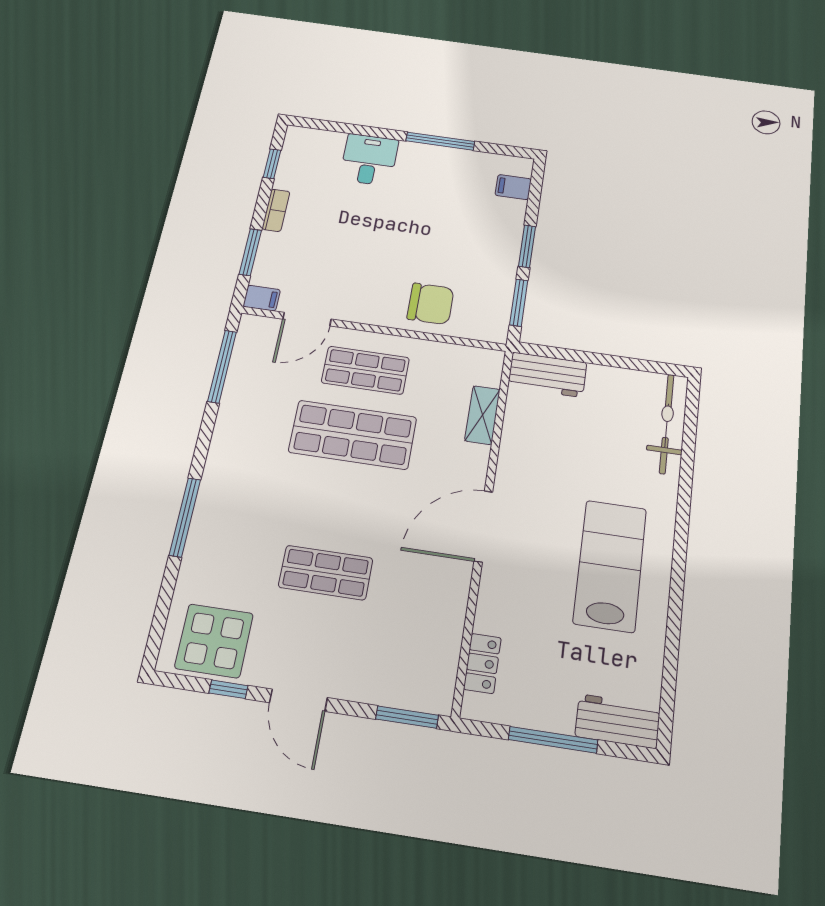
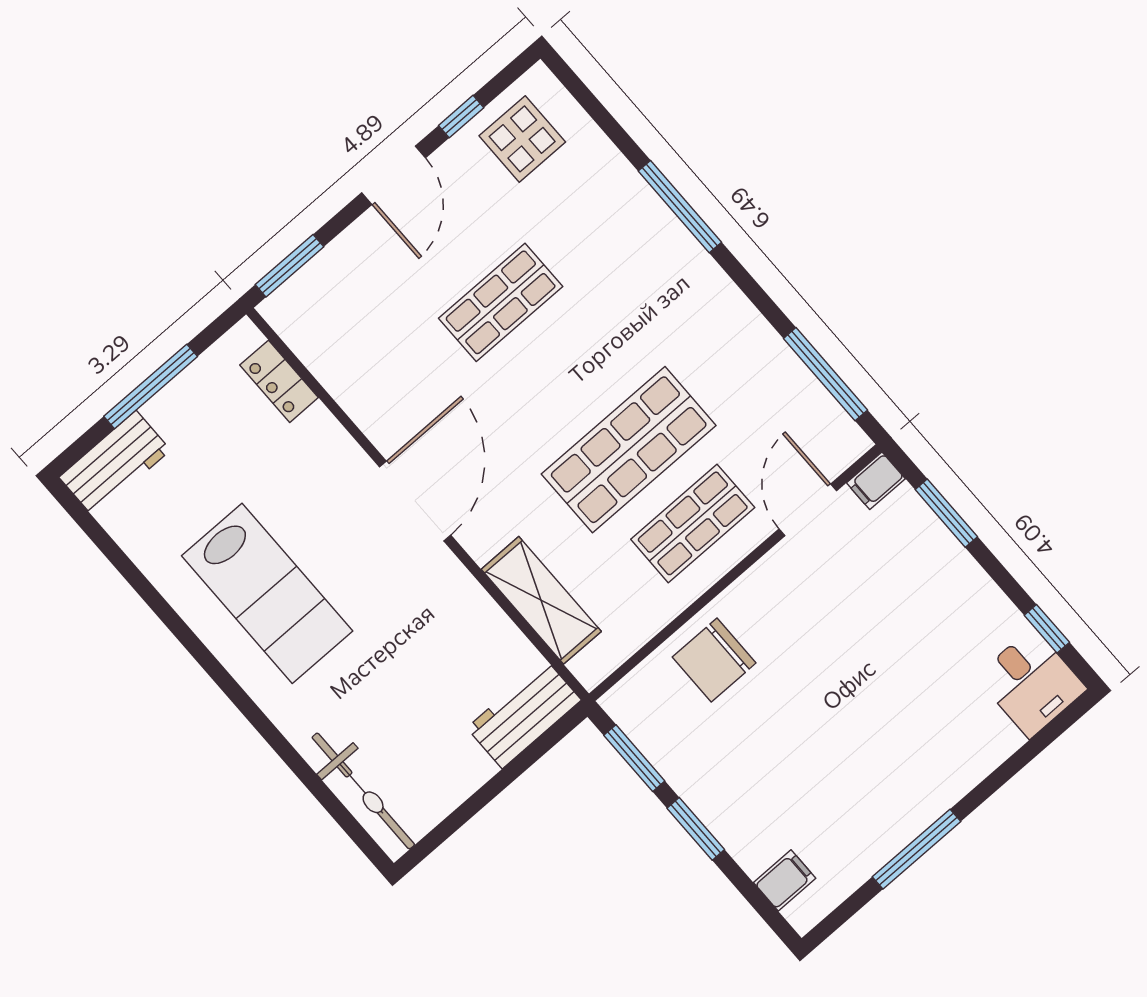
desk: (369, 160) -> (1031, 683), moved
bookcase: (276, 210) -> (979, 584), removed
shelving: (482, 415) -> (541, 600), width x1.50, depth x1.33
display table: (214, 641) -> (522, 139), width x0.73, depth x0.73
door: (299, 700) -> (394, 175), swing flipped

